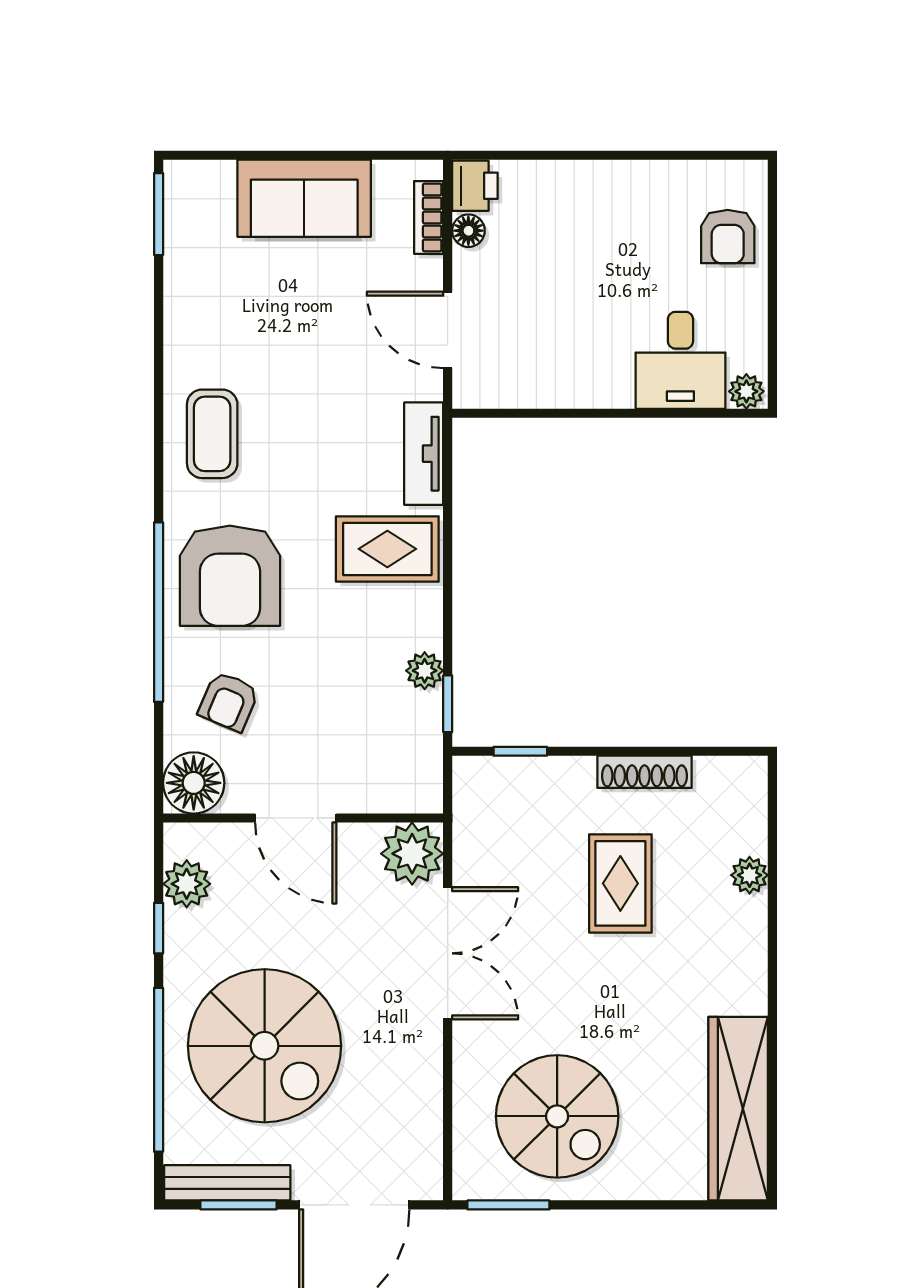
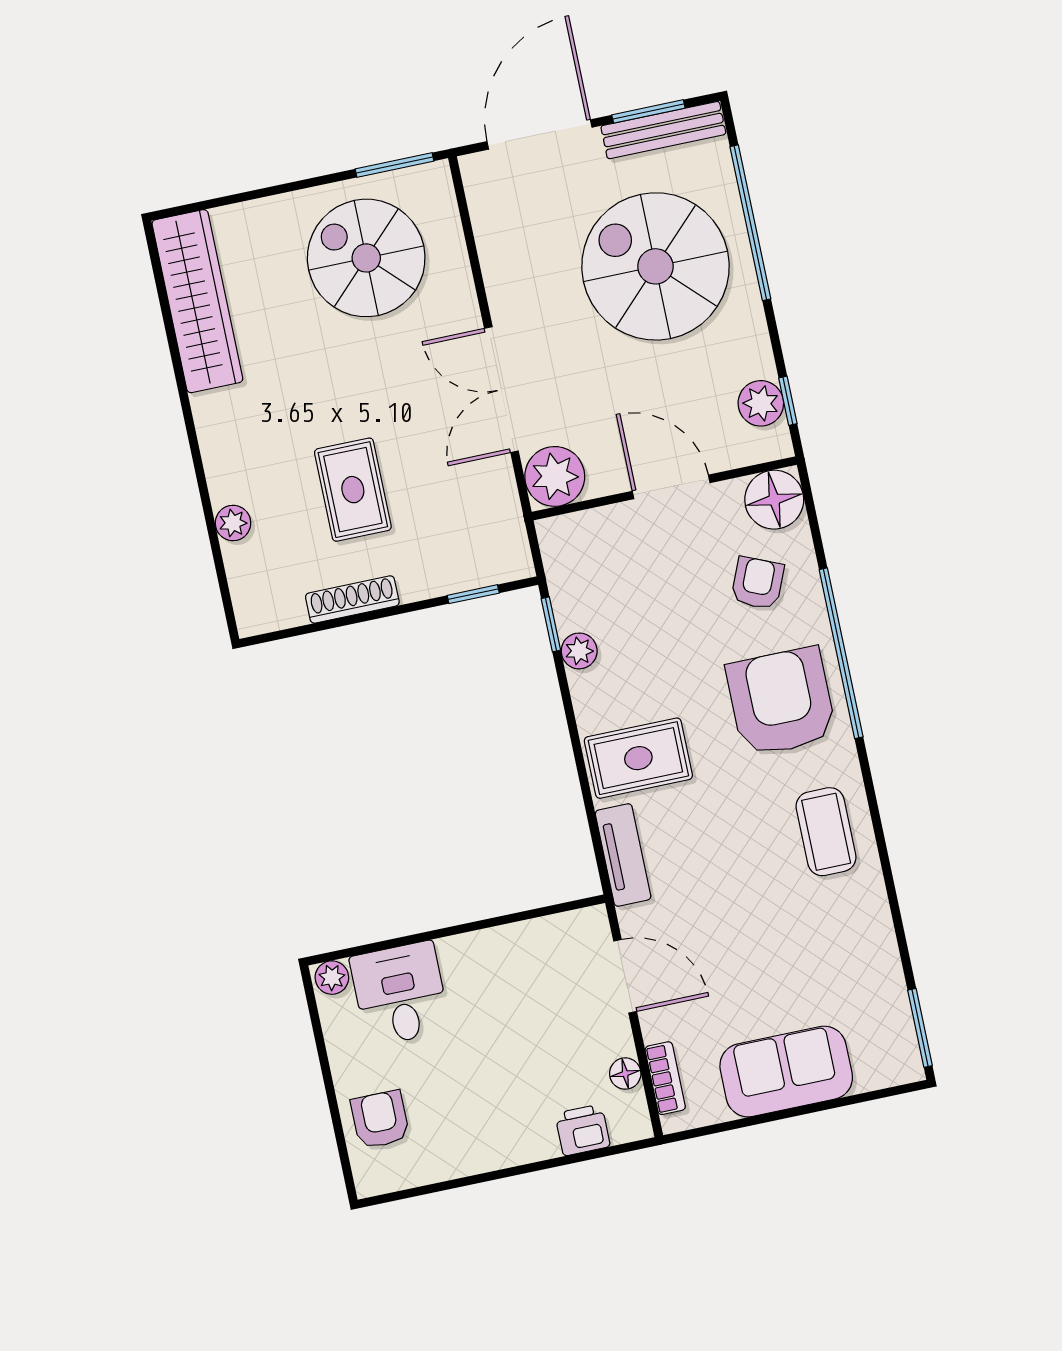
printer: (475, 186) -> (583, 1130), moved, turned 90
window: (159, 928) -> (788, 401), moved

